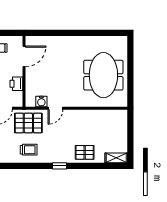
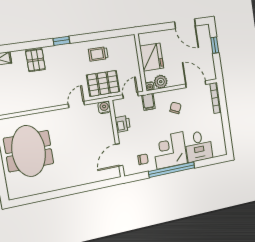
water cooler: (41, 101) -> (104, 107), moved
pallet: (85, 152) -> (35, 60), turned 90

